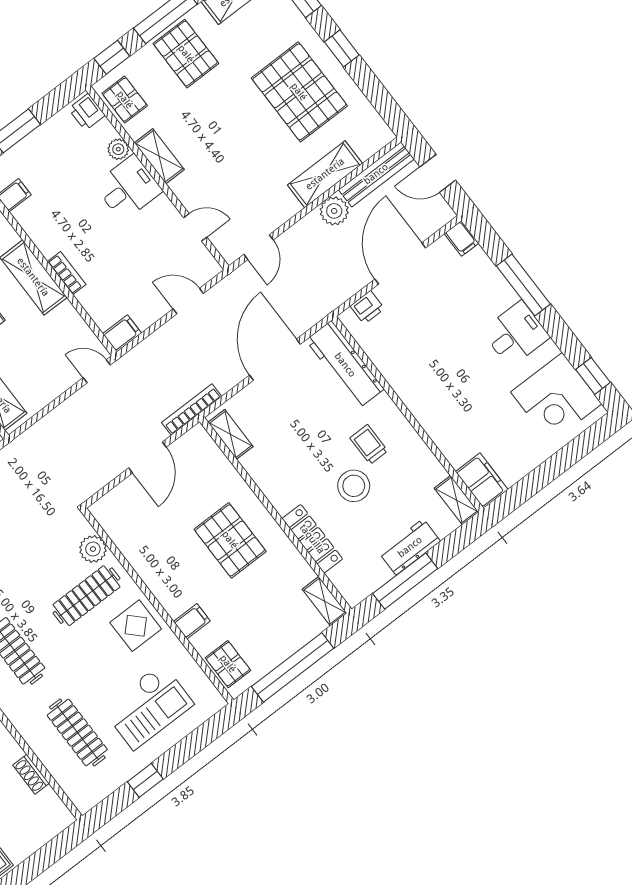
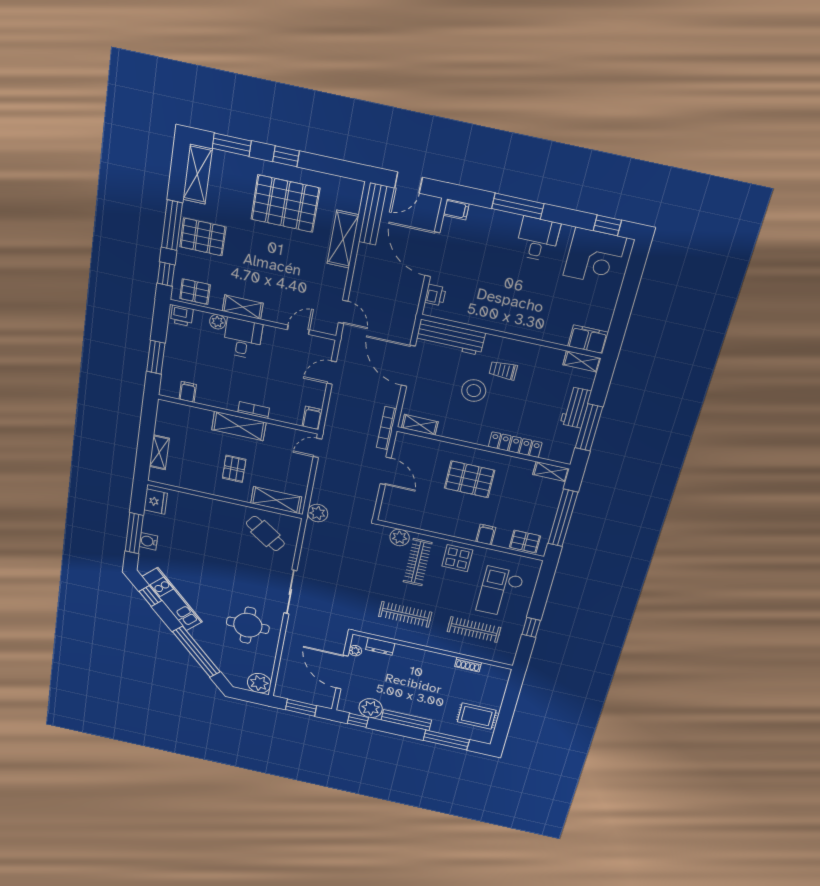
plant: (334, 211) -> (318, 513), moved
stool: (354, 486) -> (474, 391), moved
checkout: (148, 706) -> (500, 592), turned 180

